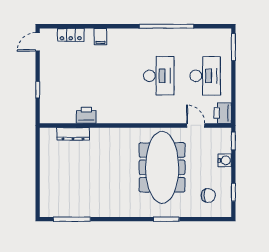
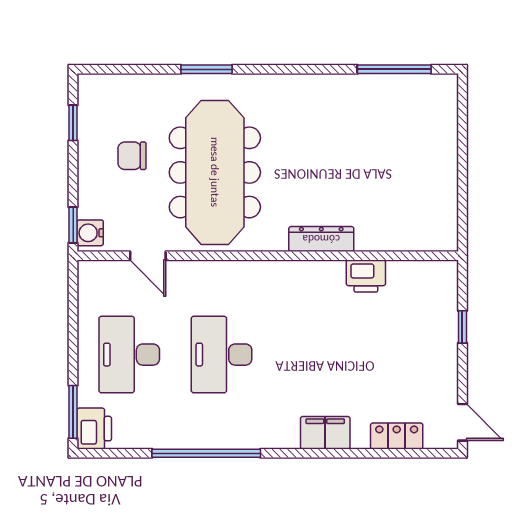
filing cabinet: (100, 37) -> (325, 433), width x2.00
door: (38, 42) -> (462, 422), hinge flipped
printer: (223, 113) -> (94, 429), moved
dresser: (73, 134) -> (321, 239), moved
water cooler: (225, 160) -> (90, 233), moved
chair: (208, 195) -> (132, 156), moved

